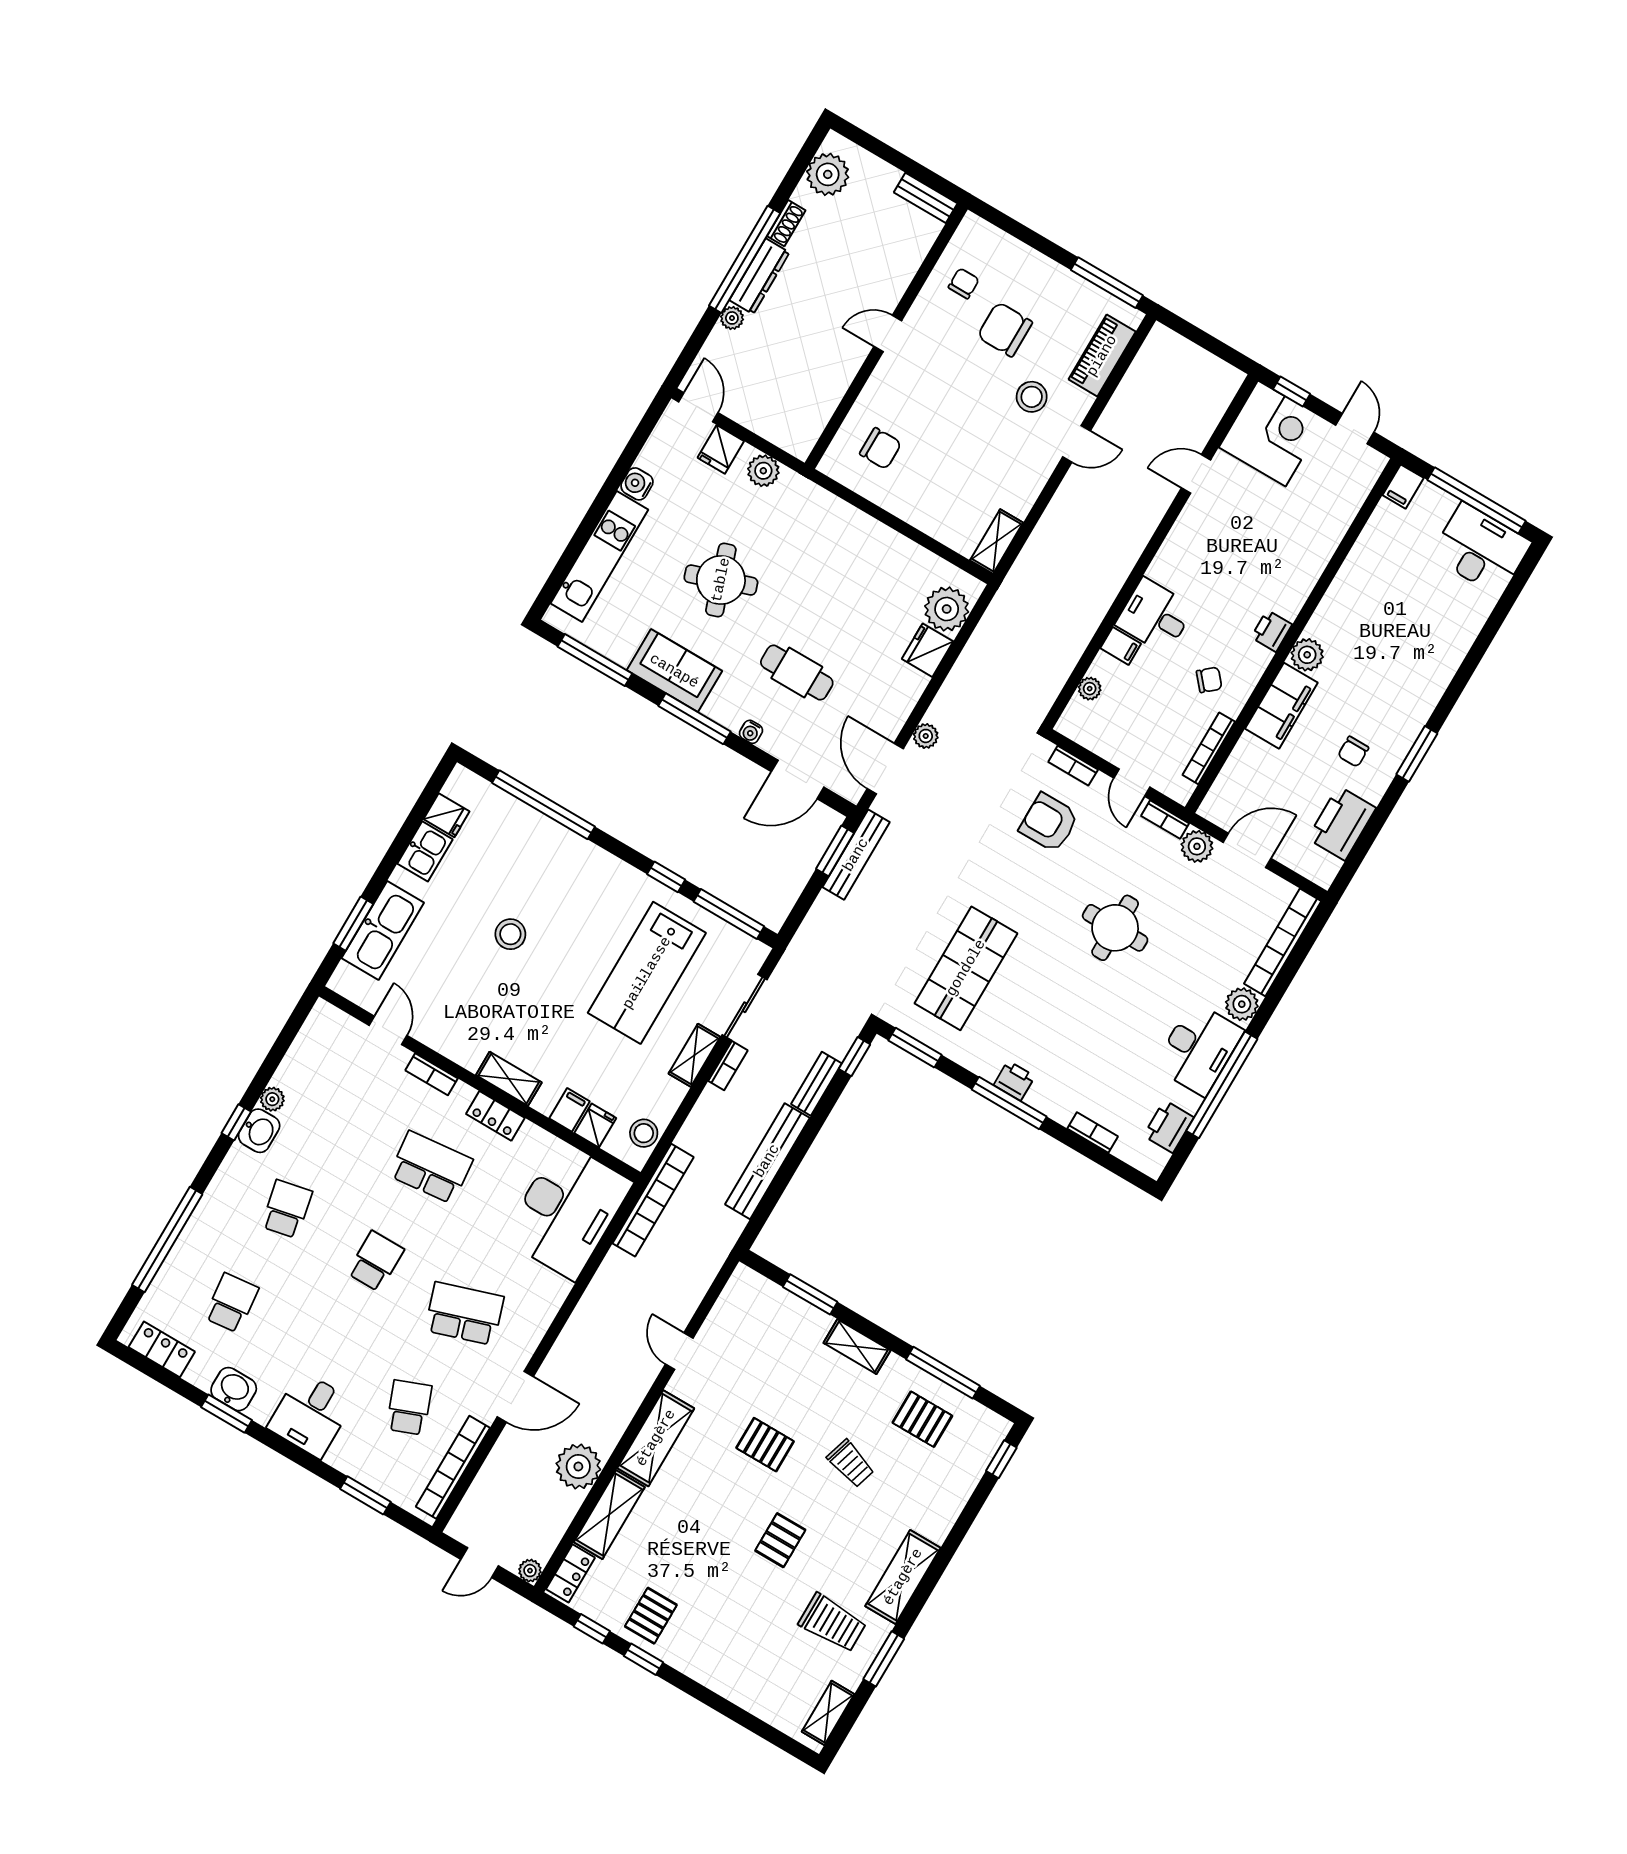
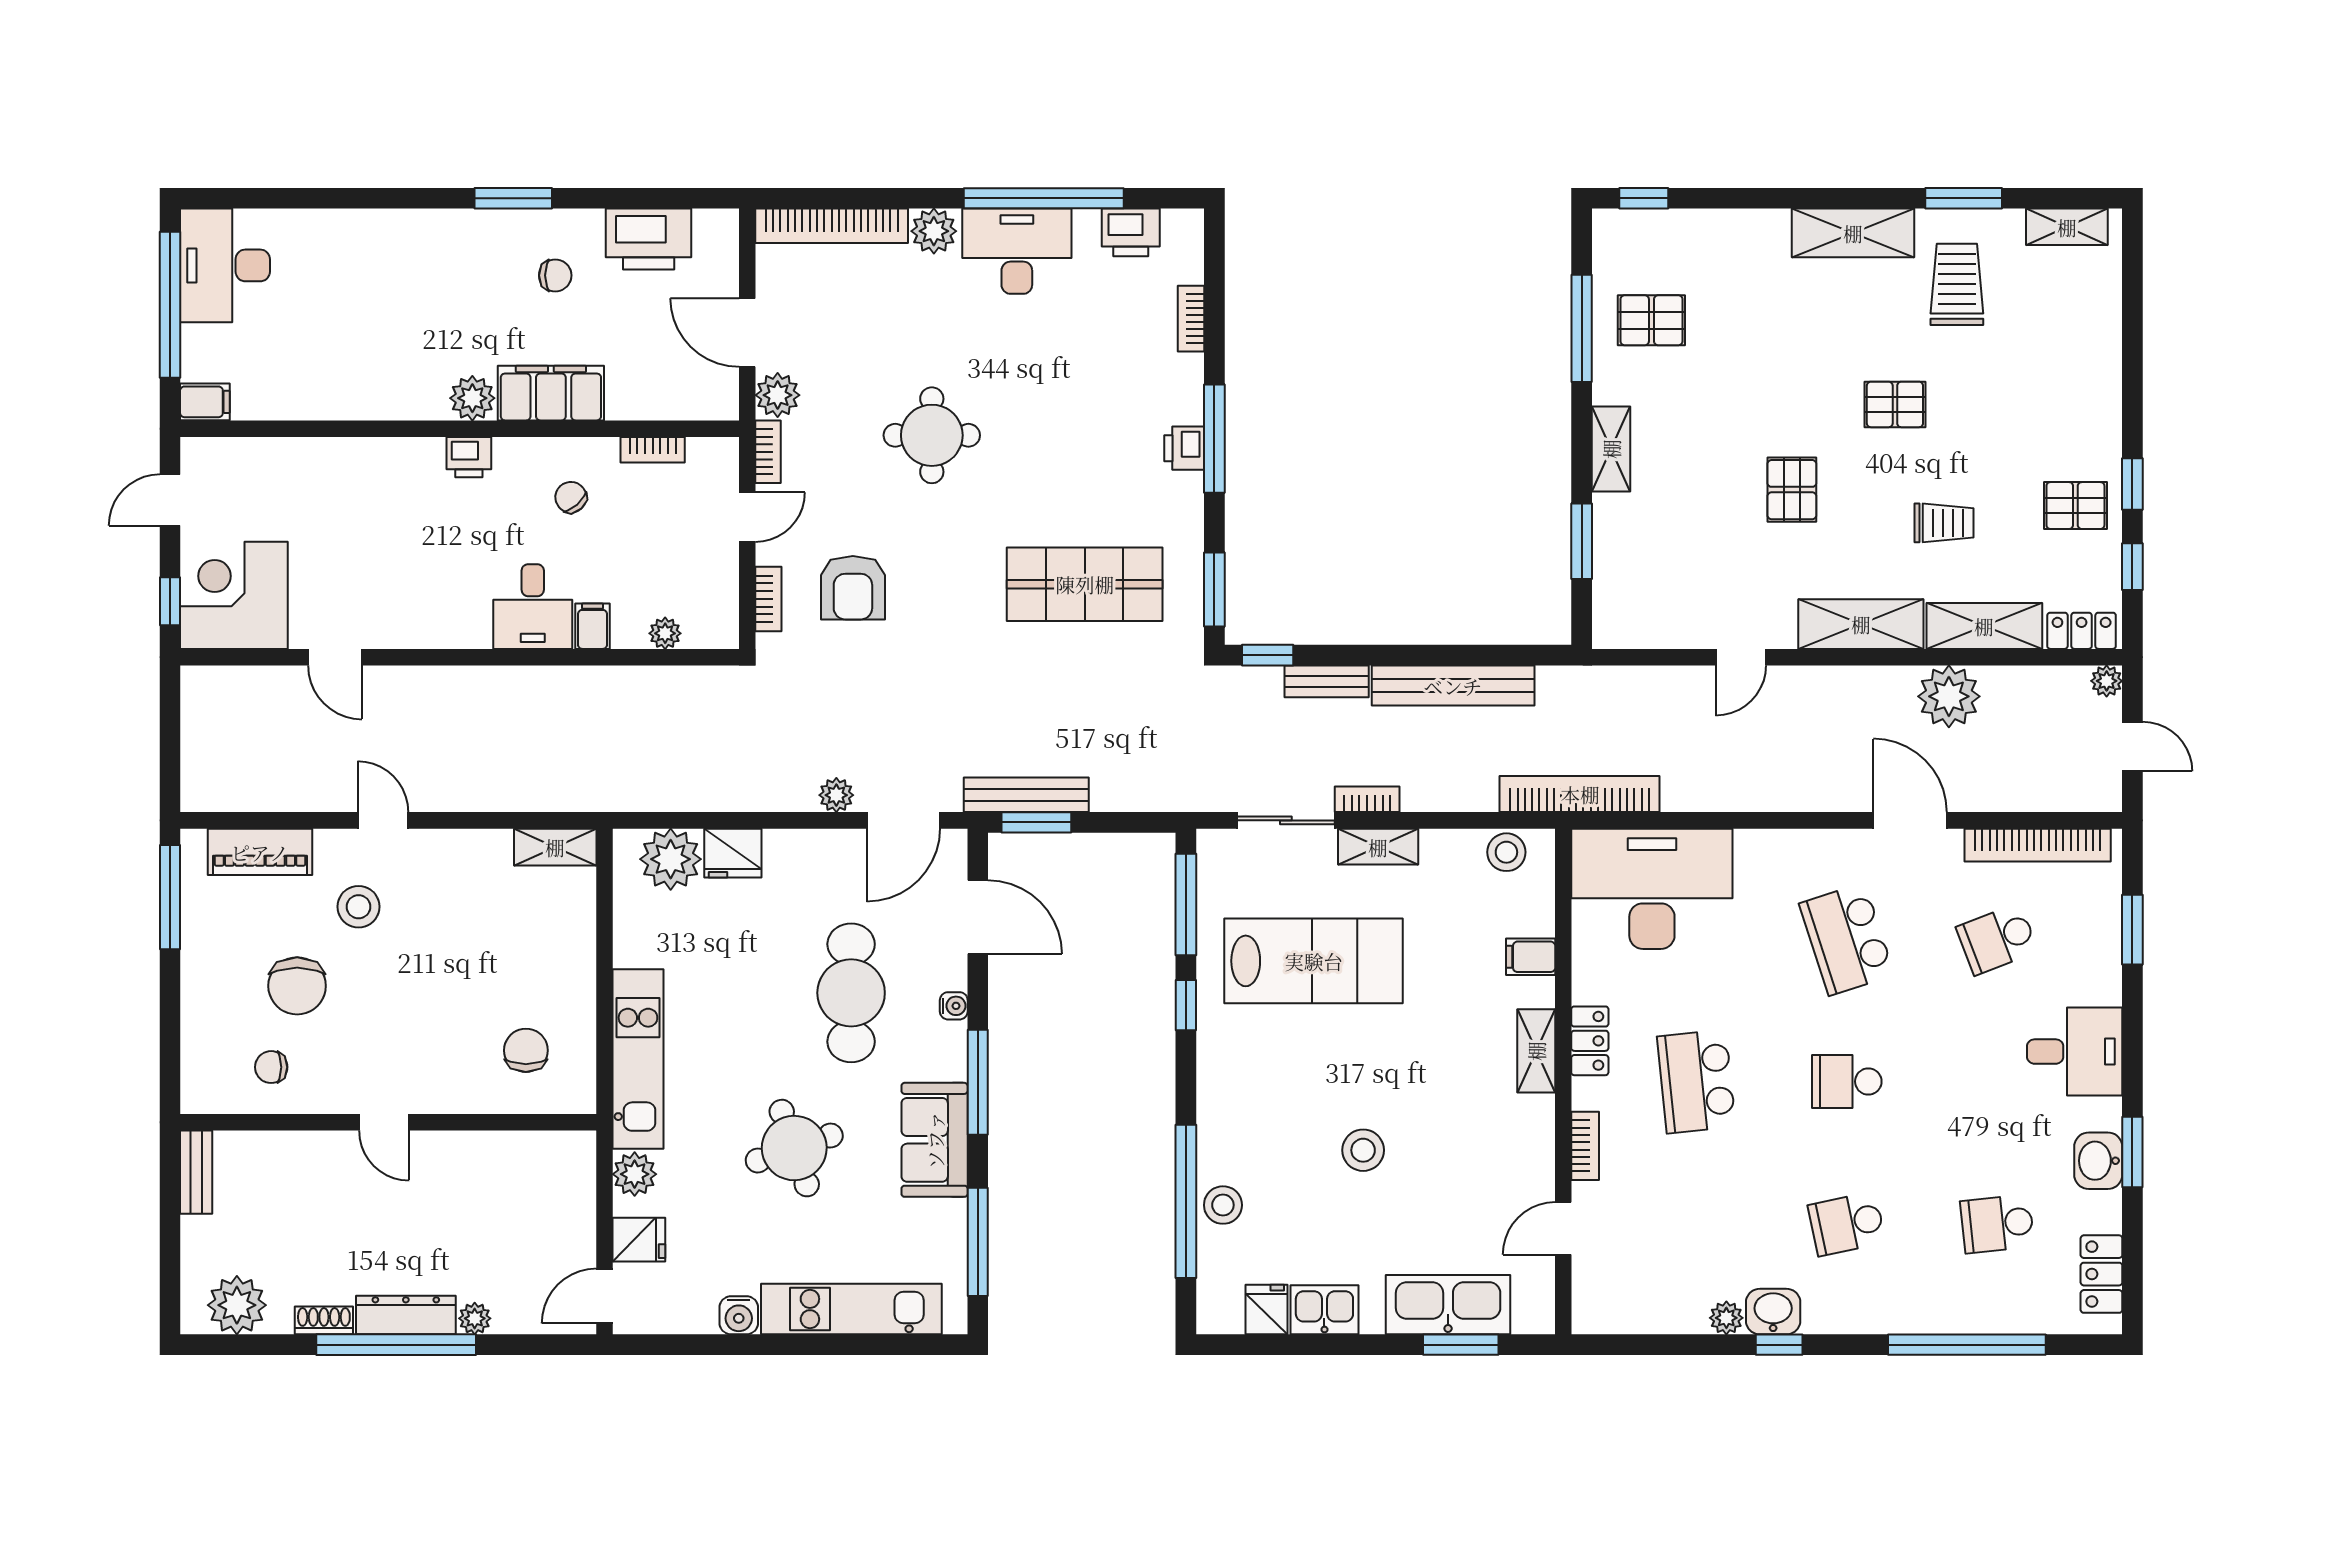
kitchen unit: (834, 515) -> (638, 1059), added
cafe table: (797, 672) -> (851, 993), width x1.37, depth x1.35
bookcase: (1209, 748) -> (653, 450), width x0.64
stool: (528, 827) -> (1223, 1205), added
fridge: (595, 1126) -> (1531, 915), removed
pallet: (922, 1419) -> (1651, 320), turned 90
trolley: (851, 1463) -> (1944, 523), moved, turned 73

